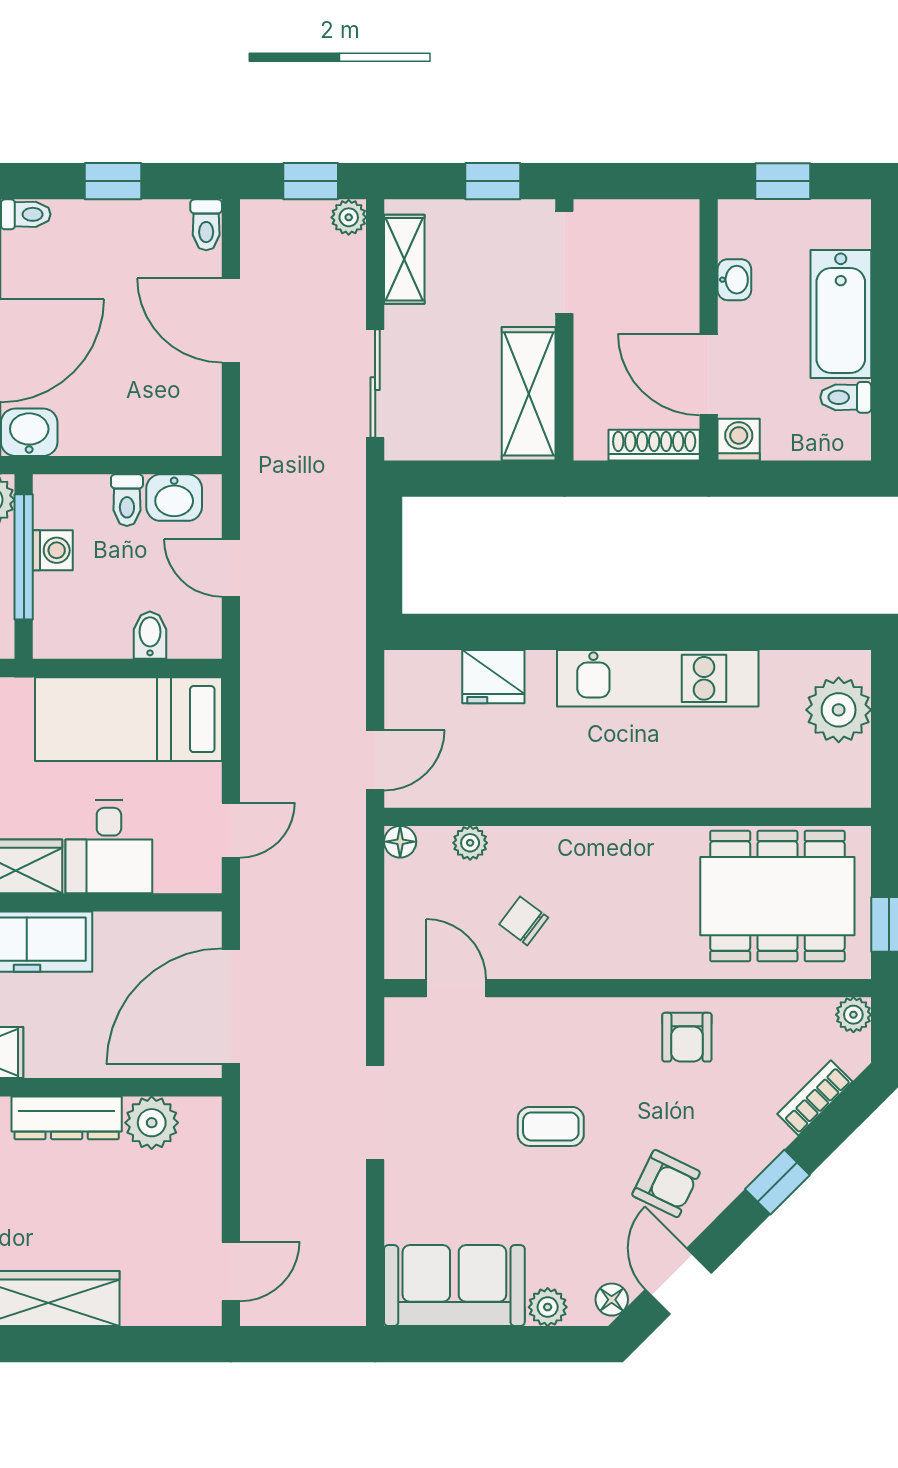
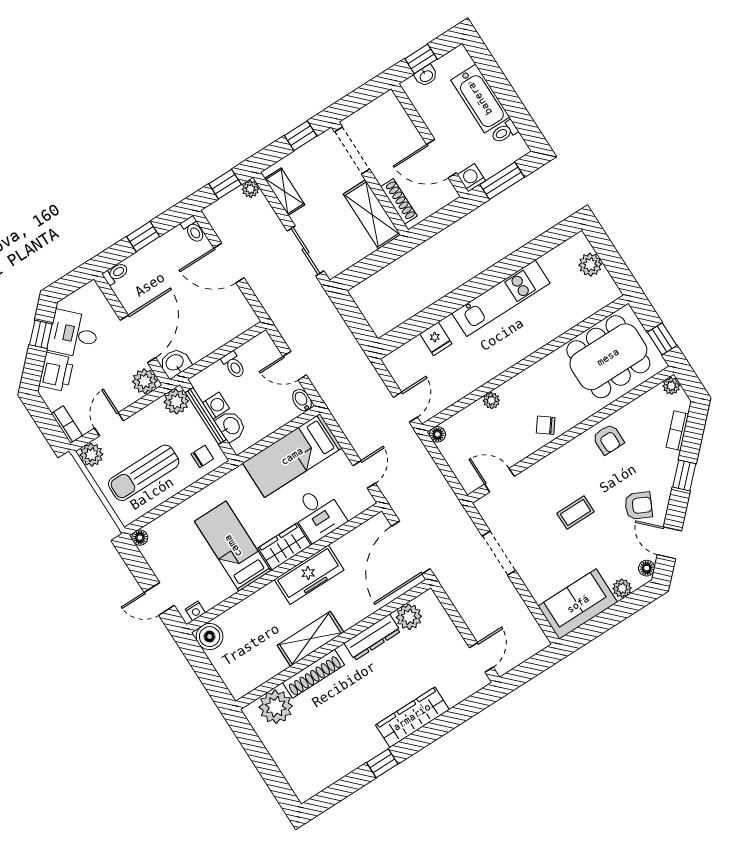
washbasin: (734, 280) -> (426, 76), moved, turned 90
shoe rack: (654, 445) -> (399, 201), moved, turned 90
window: (788, 479) -> (502, 181), added
washbasin: (174, 498) -> (231, 426), moved, turned -90
bidet: (150, 635) -> (302, 400), moved
fridge: (493, 677) -> (436, 339), width x0.72
plant: (839, 710) -> (590, 265), width x0.73, depth x0.73
plant: (470, 843) -> (491, 400), moved
chair: (524, 921) -> (546, 425), moved

